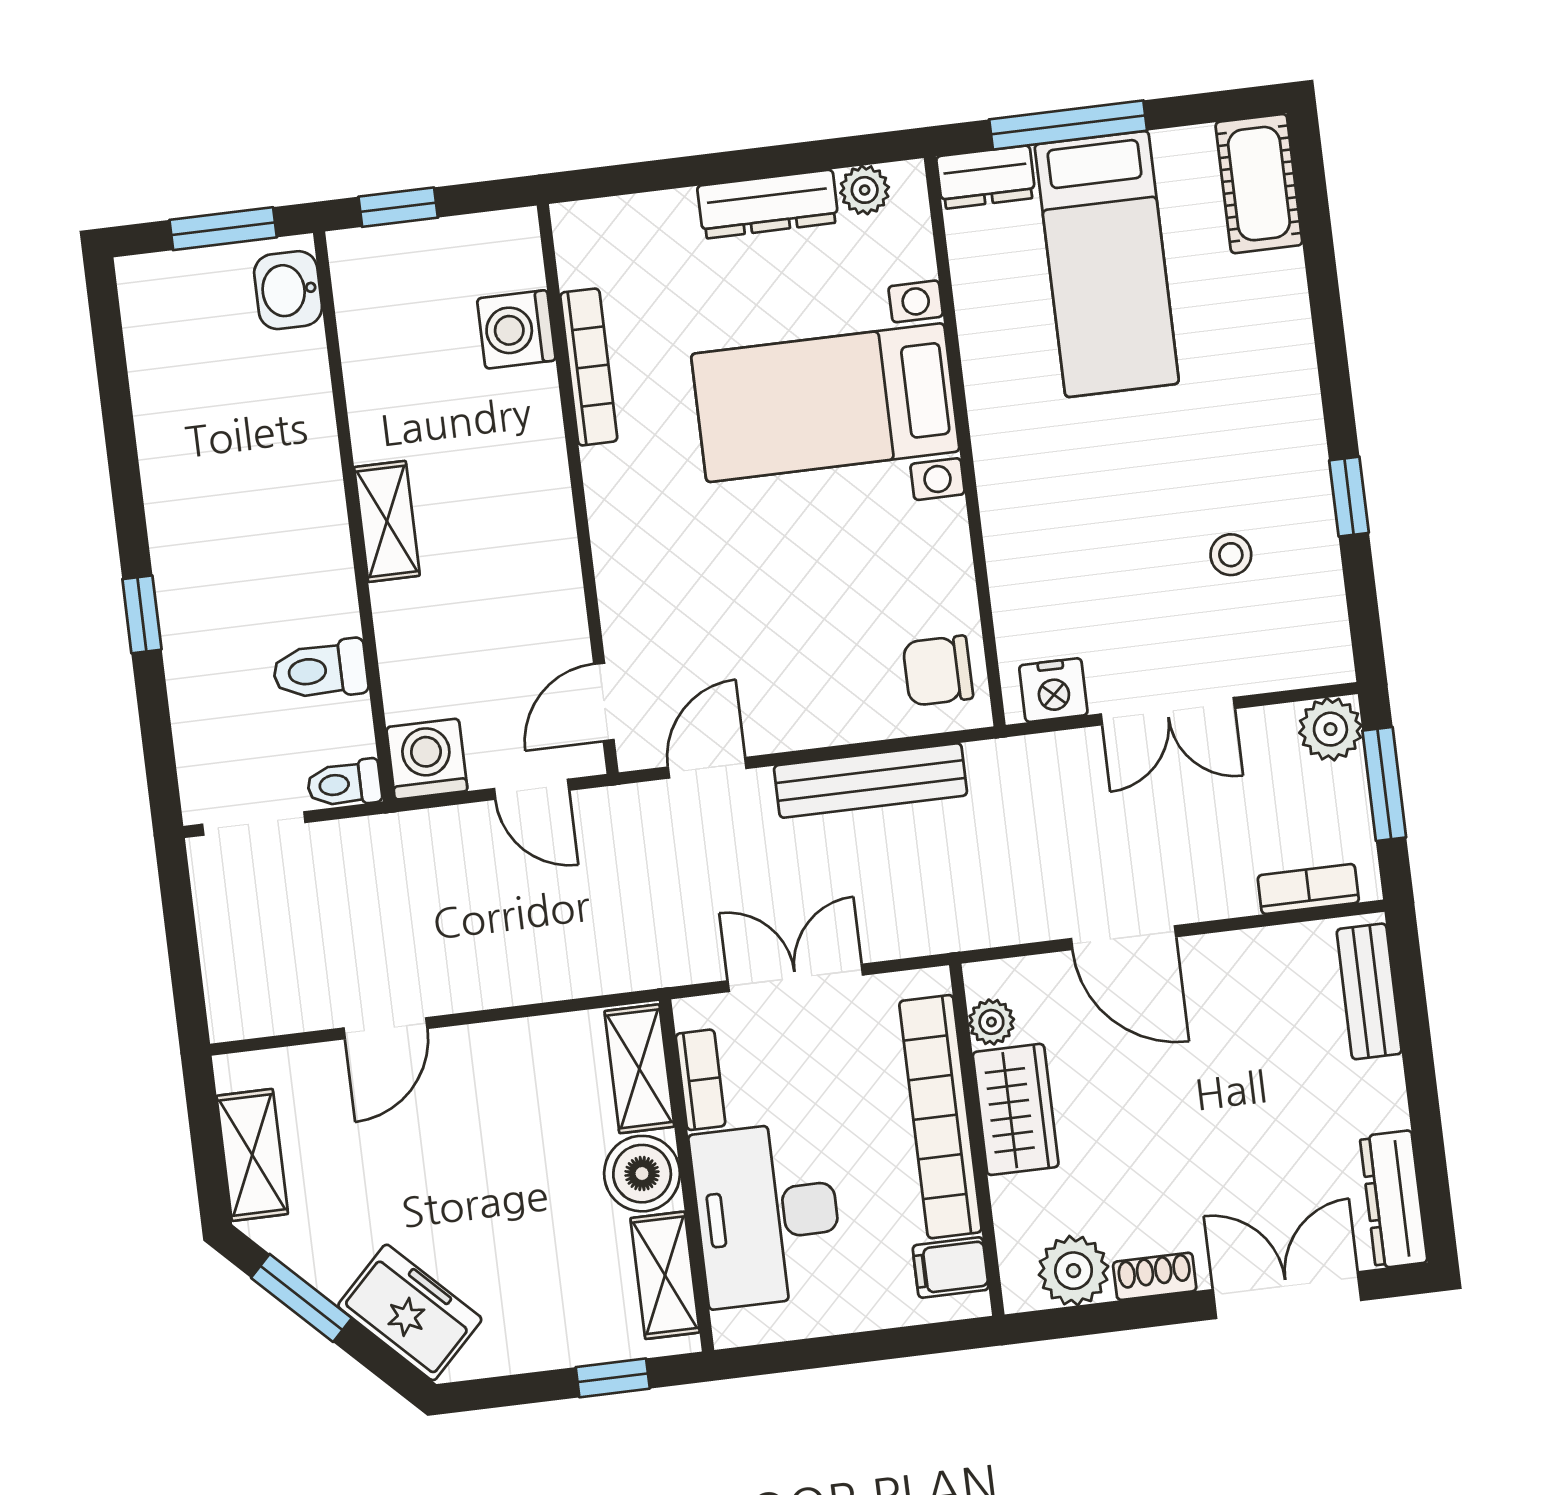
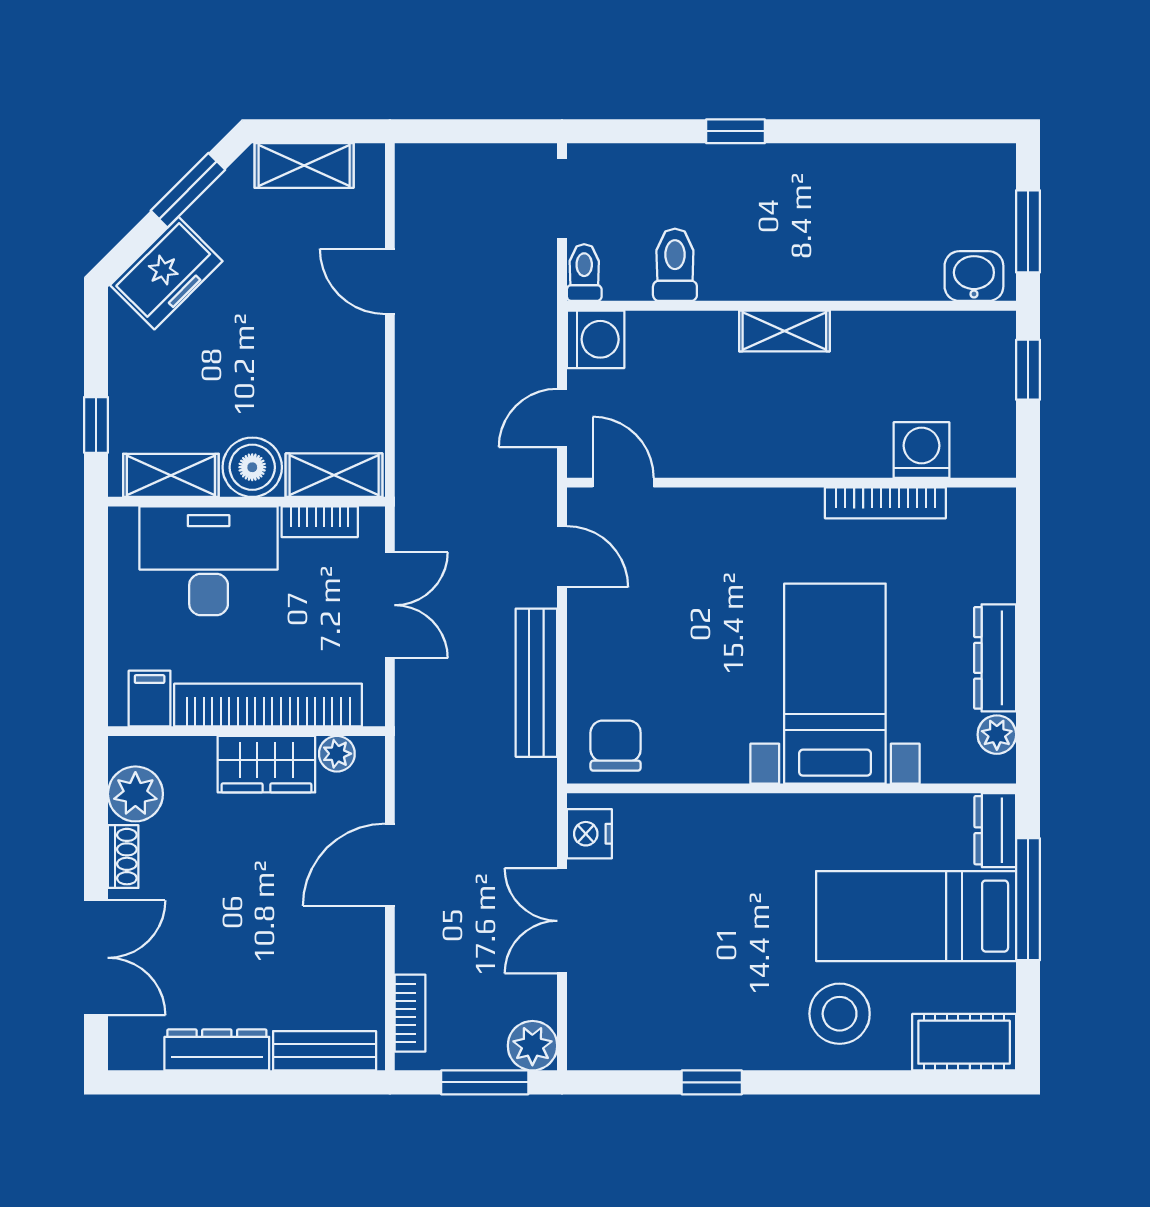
stool: (1231, 555) -> (840, 1014), moved, width x1.89, depth x1.89
dresser: (1394, 1199) -> (217, 1050), moved

